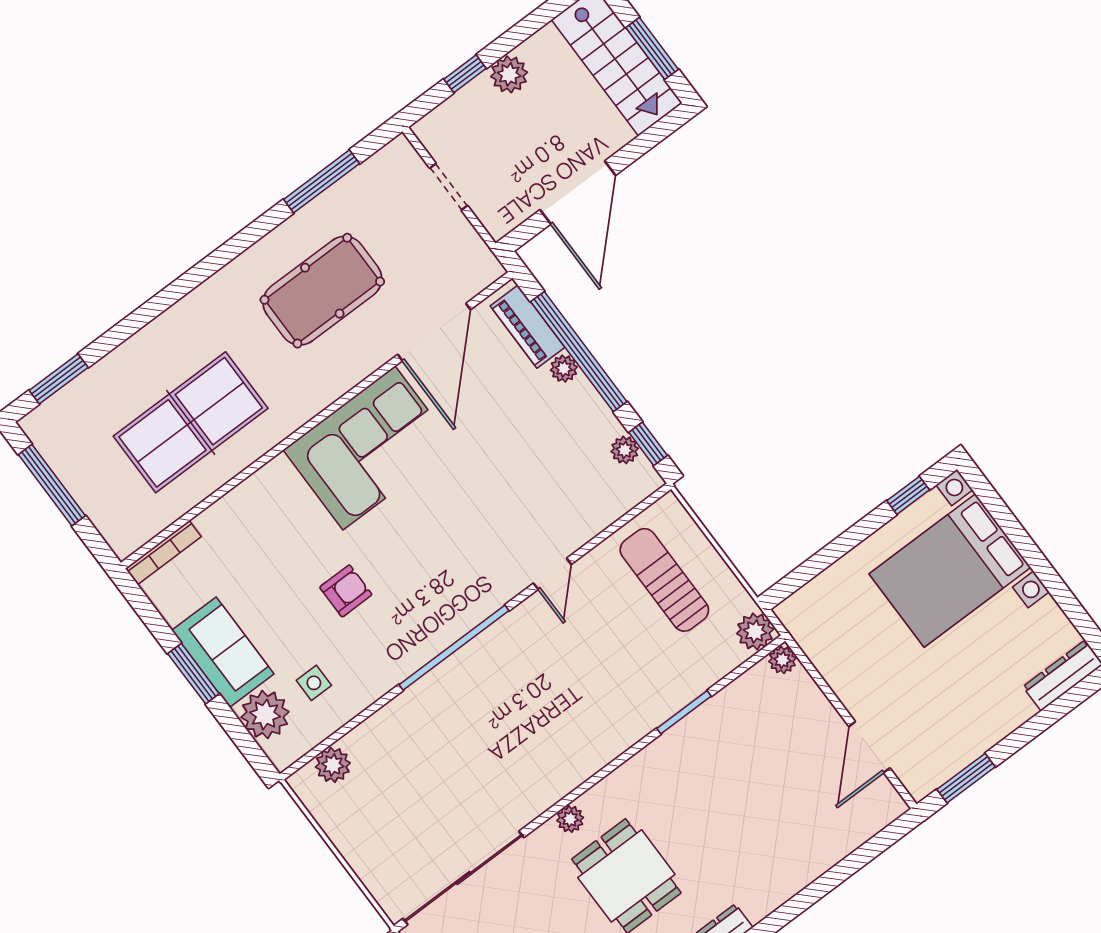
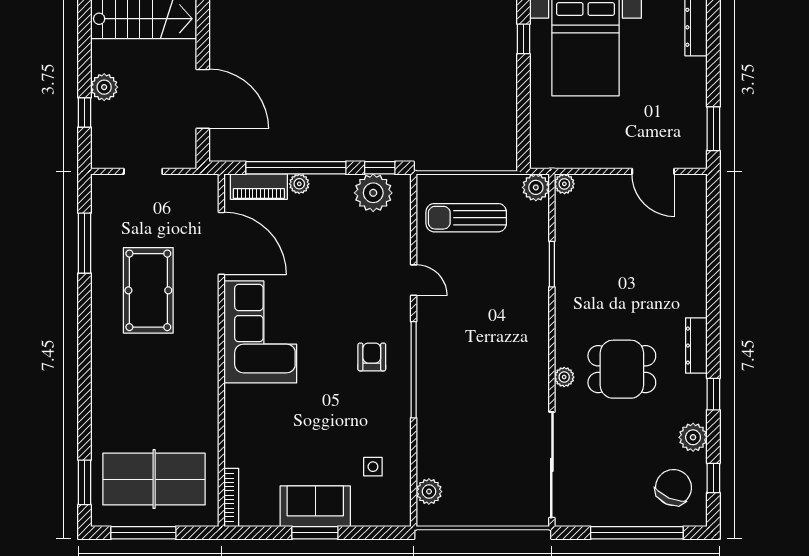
table tennis table: (191, 422) -> (154, 479), moved, turned 90
plant: (625, 450) -> (373, 193), width x1.87, depth x1.87
armchair: (346, 591) -> (372, 357), moved
plant: (265, 715) -> (370, 509), removed

